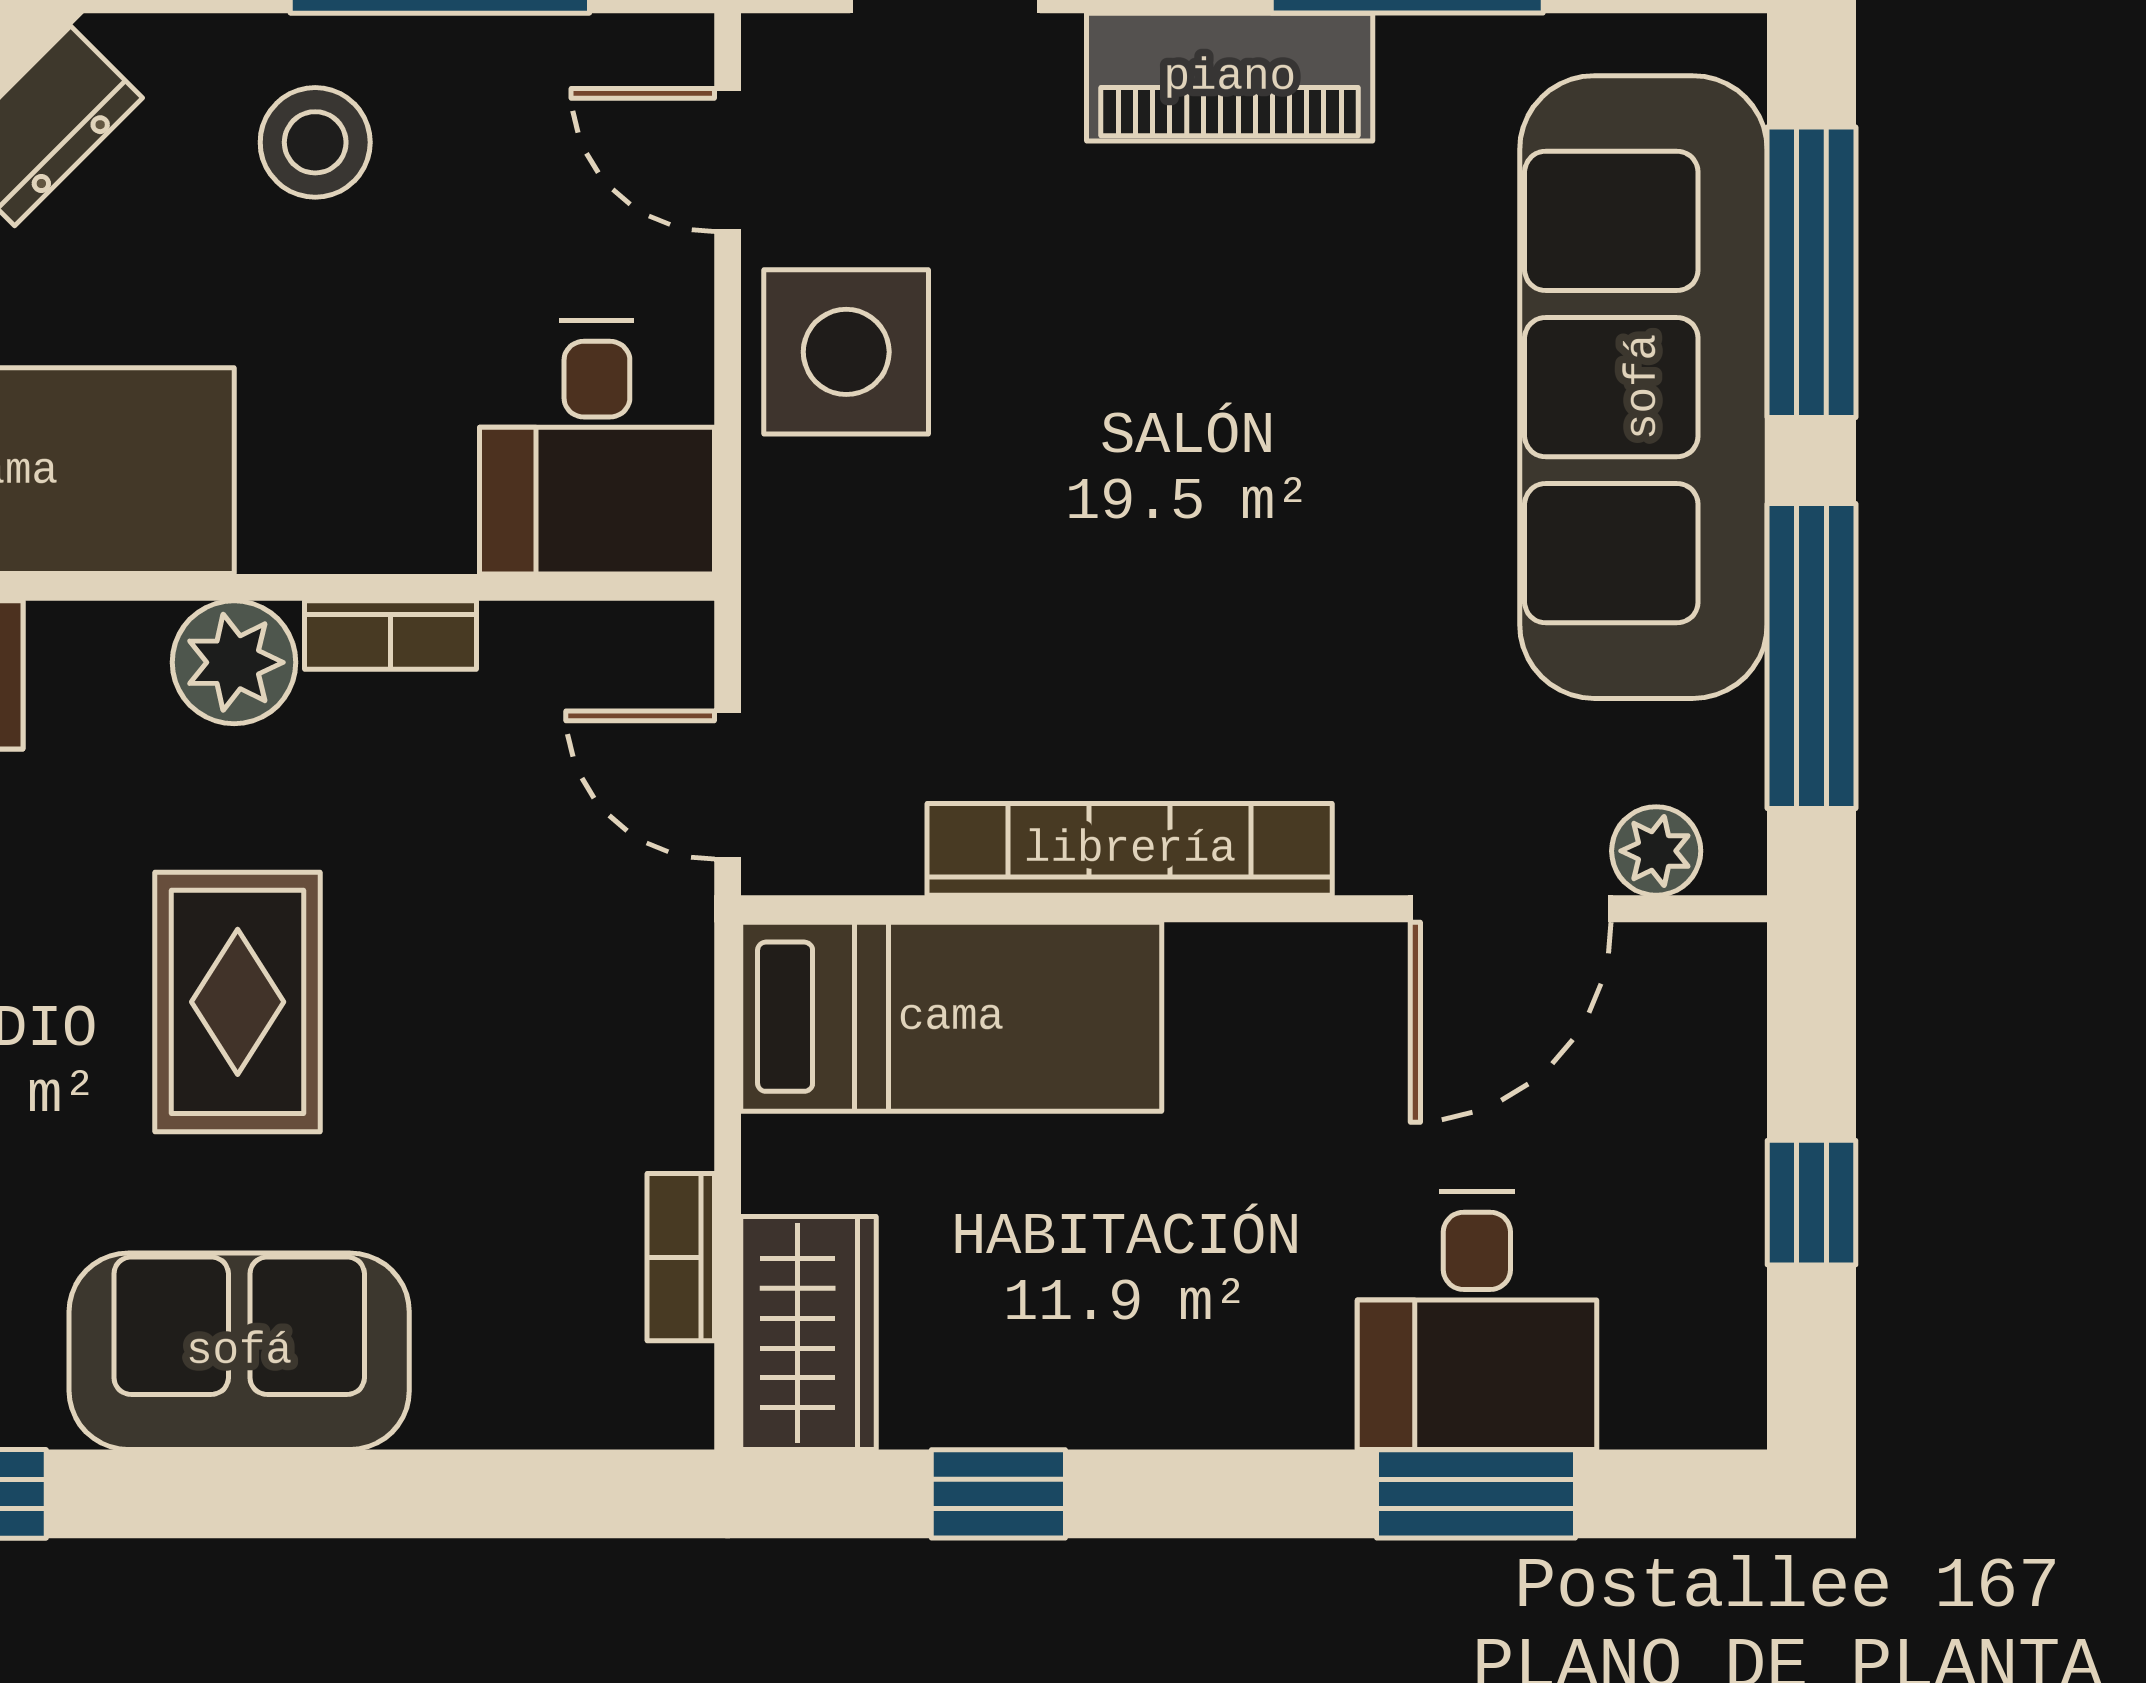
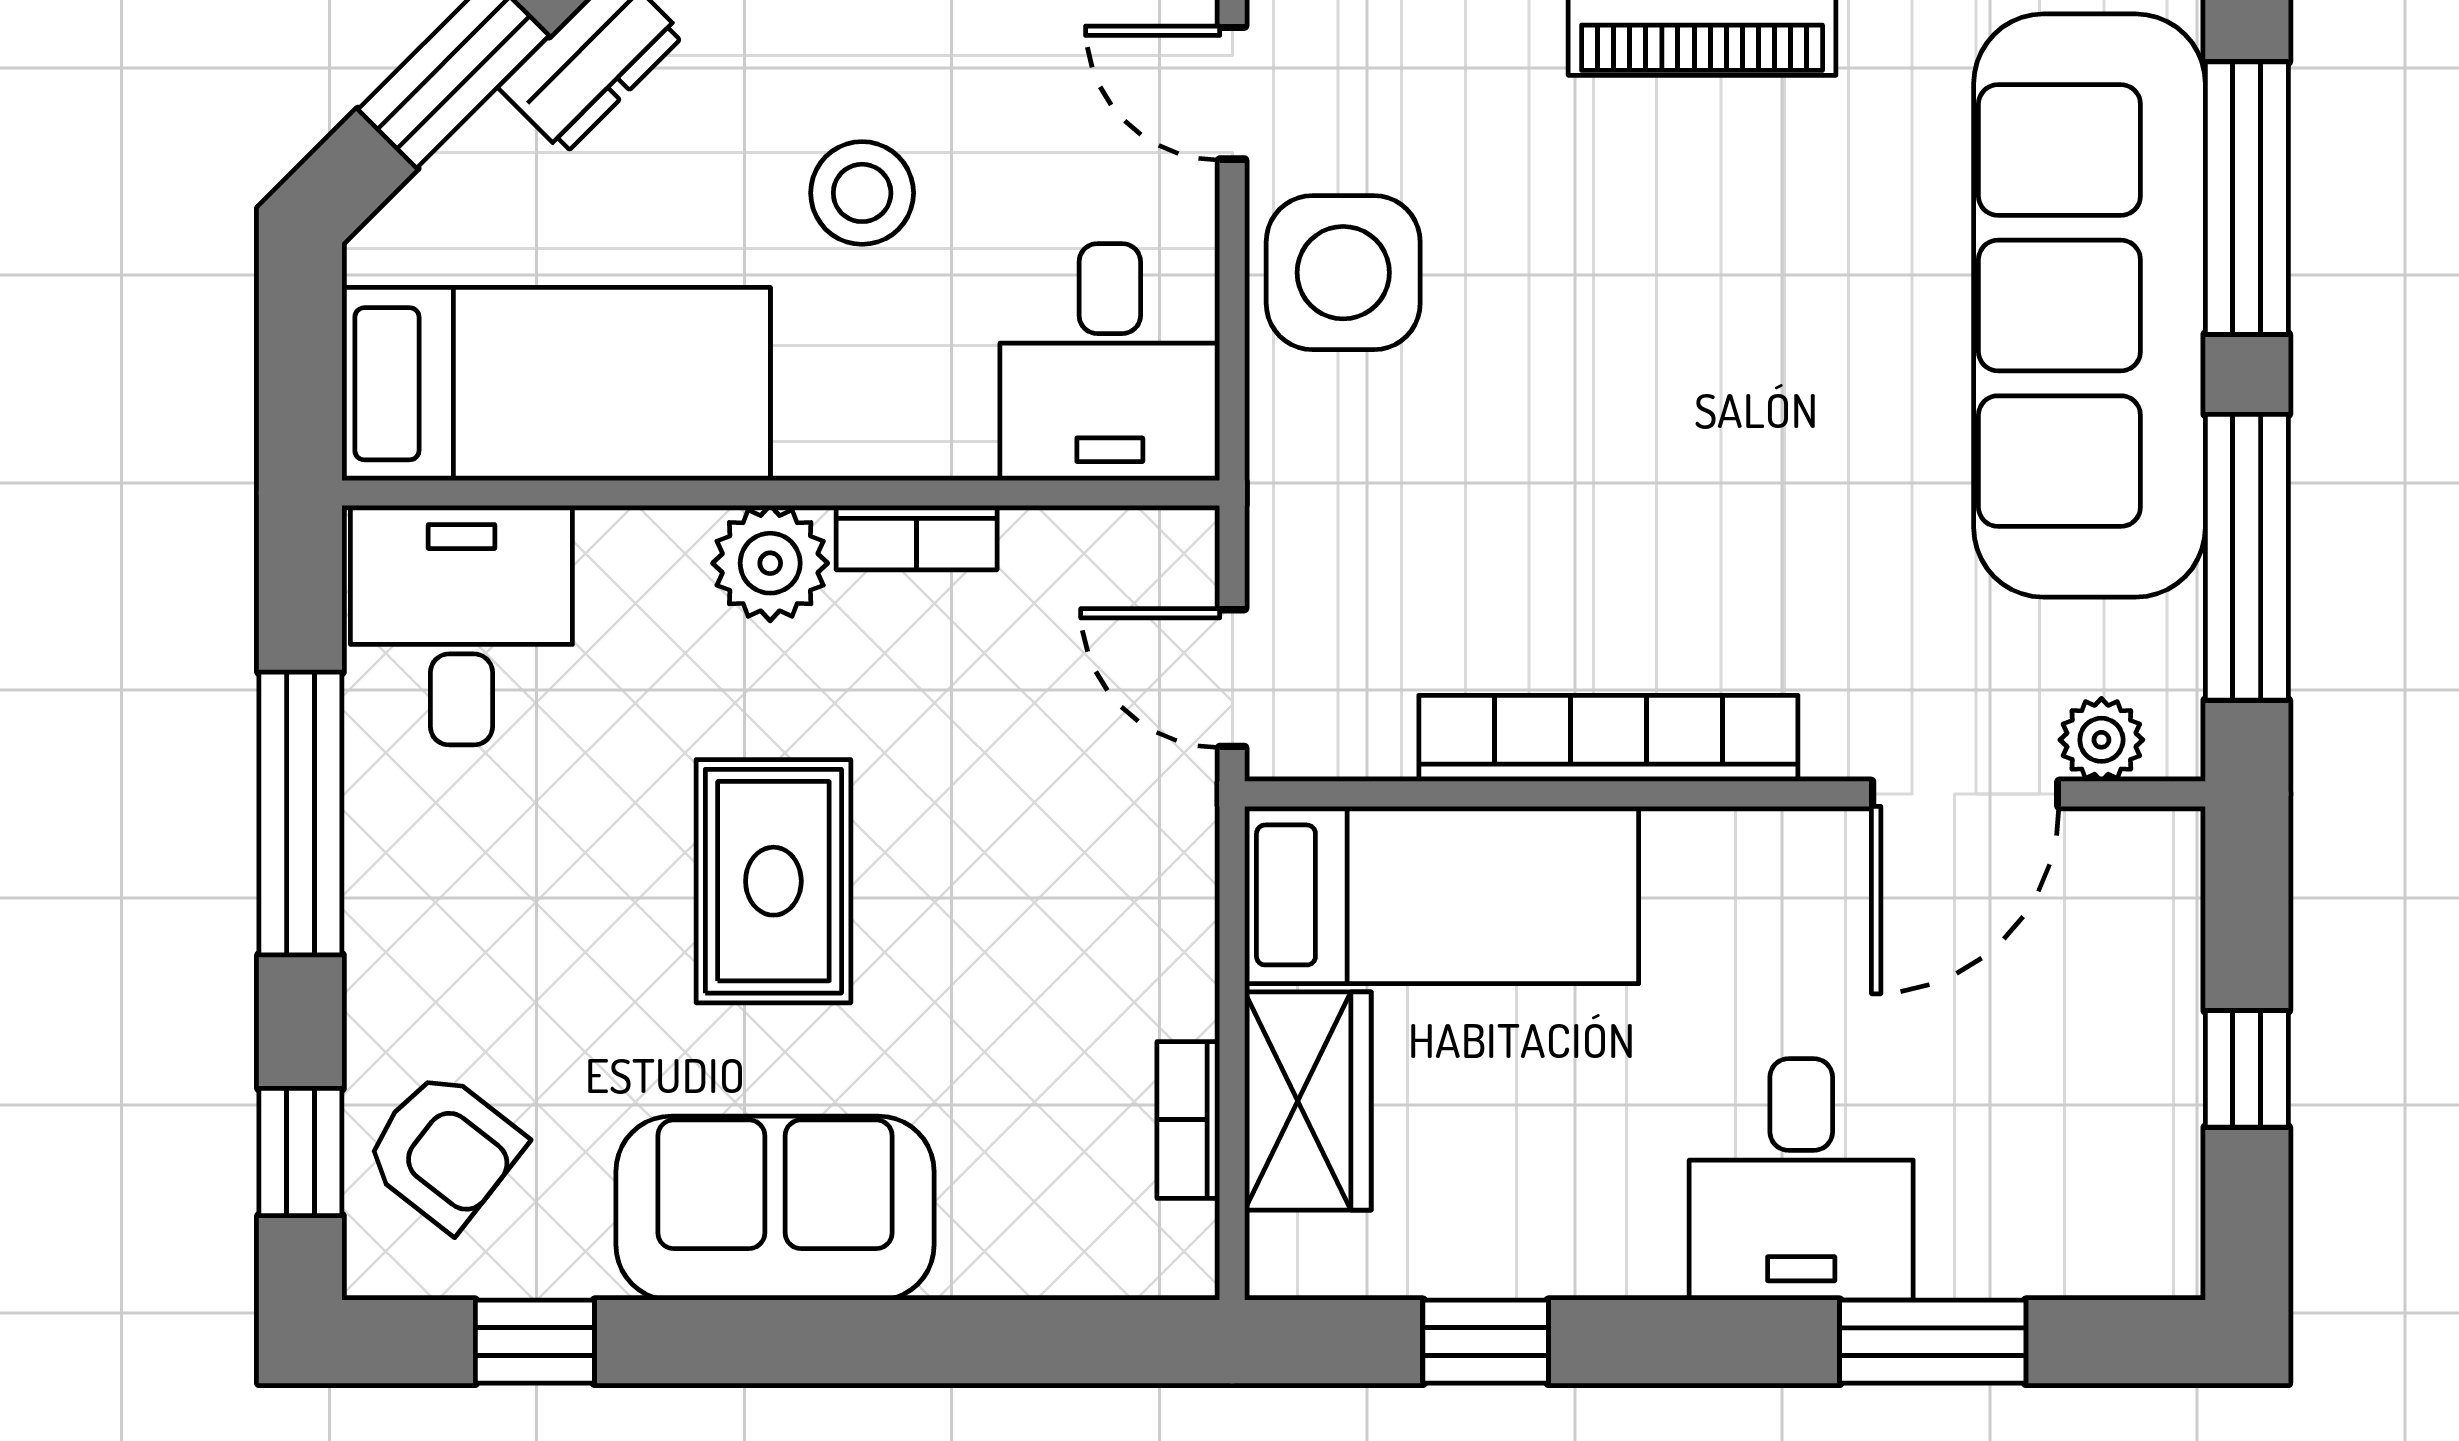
stool: (315, 142) -> (862, 193), moved
desk: (1477, 1321) -> (1801, 1179), moved
wardrobe: (808, 1333) -> (1308, 1101), moved

